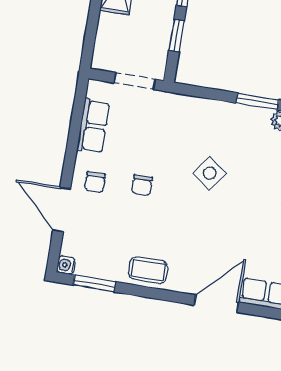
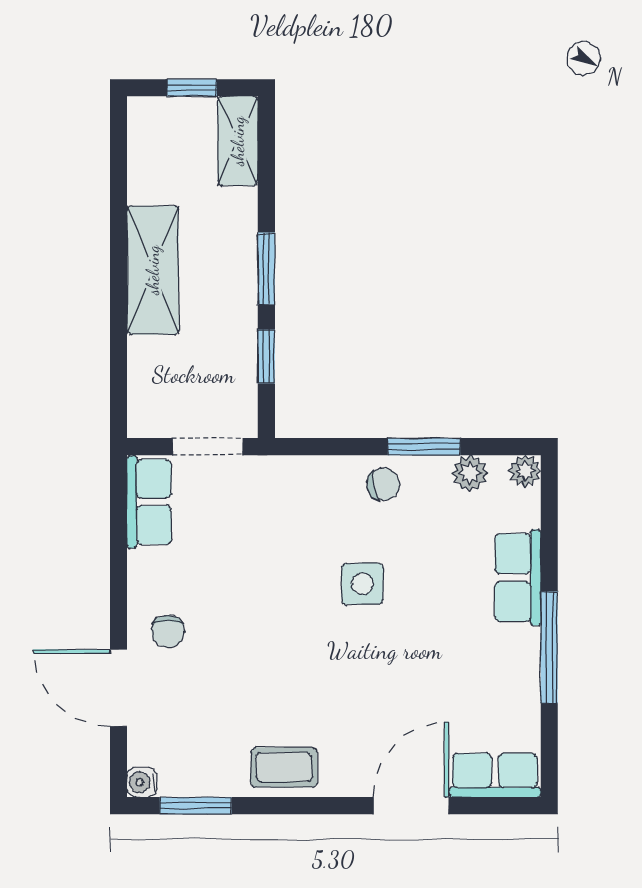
row of seats: (93, 126) -> (149, 502), moved
side table: (210, 173) -> (362, 584), turned -36
chair: (142, 185) -> (383, 484), moved, turned -100

